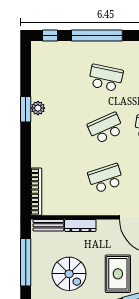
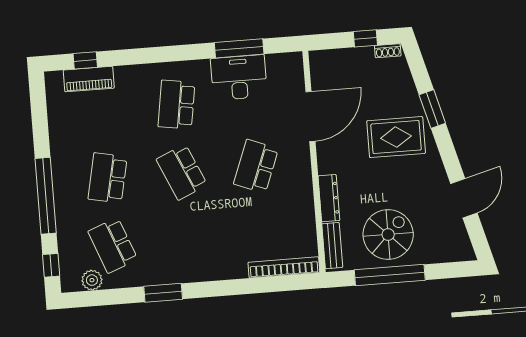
school desk: (60, 78) -> (113, 245), added
plant: (38, 108) -> (92, 280), moved
school desk: (106, 178) -> (256, 166), turned 39
spiral stairs: (69, 274) -> (388, 234), moved

